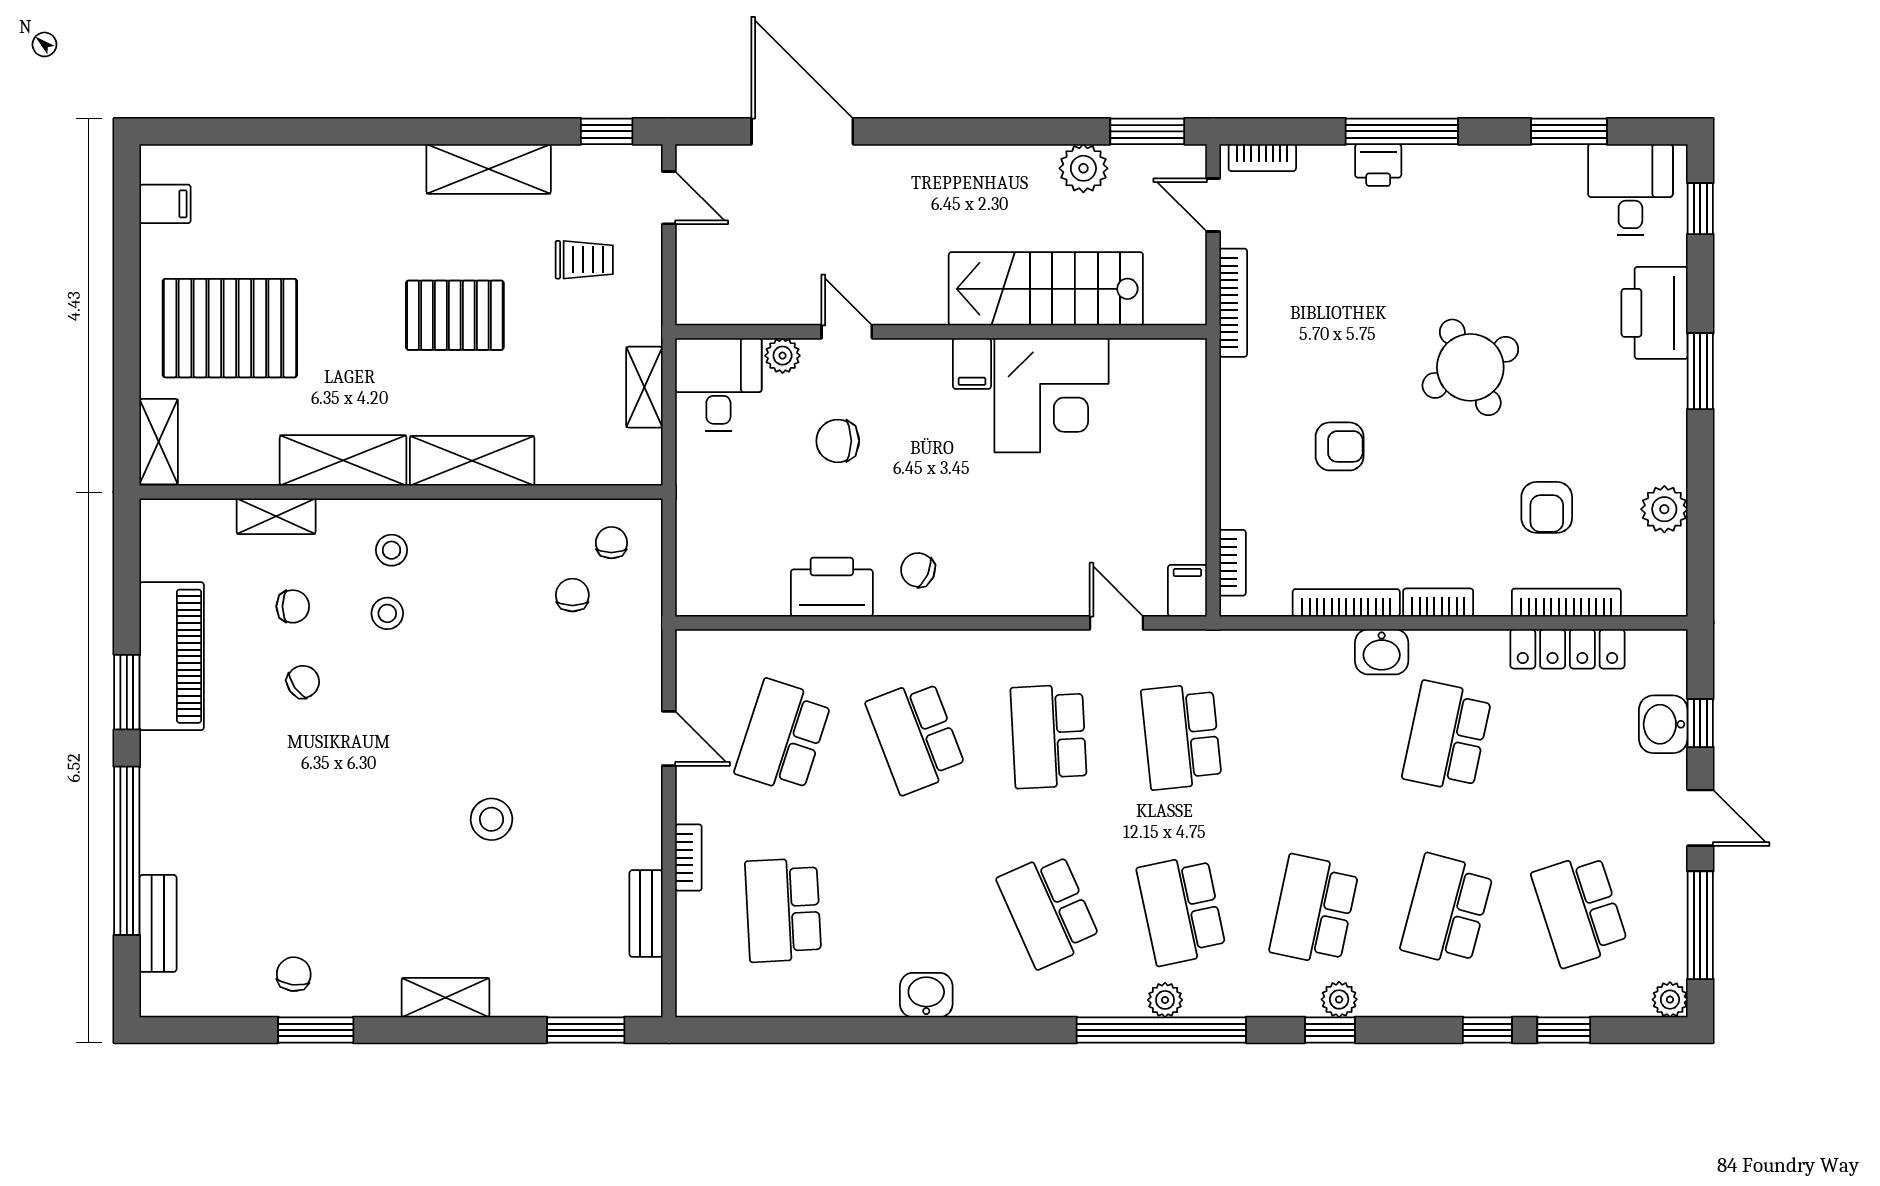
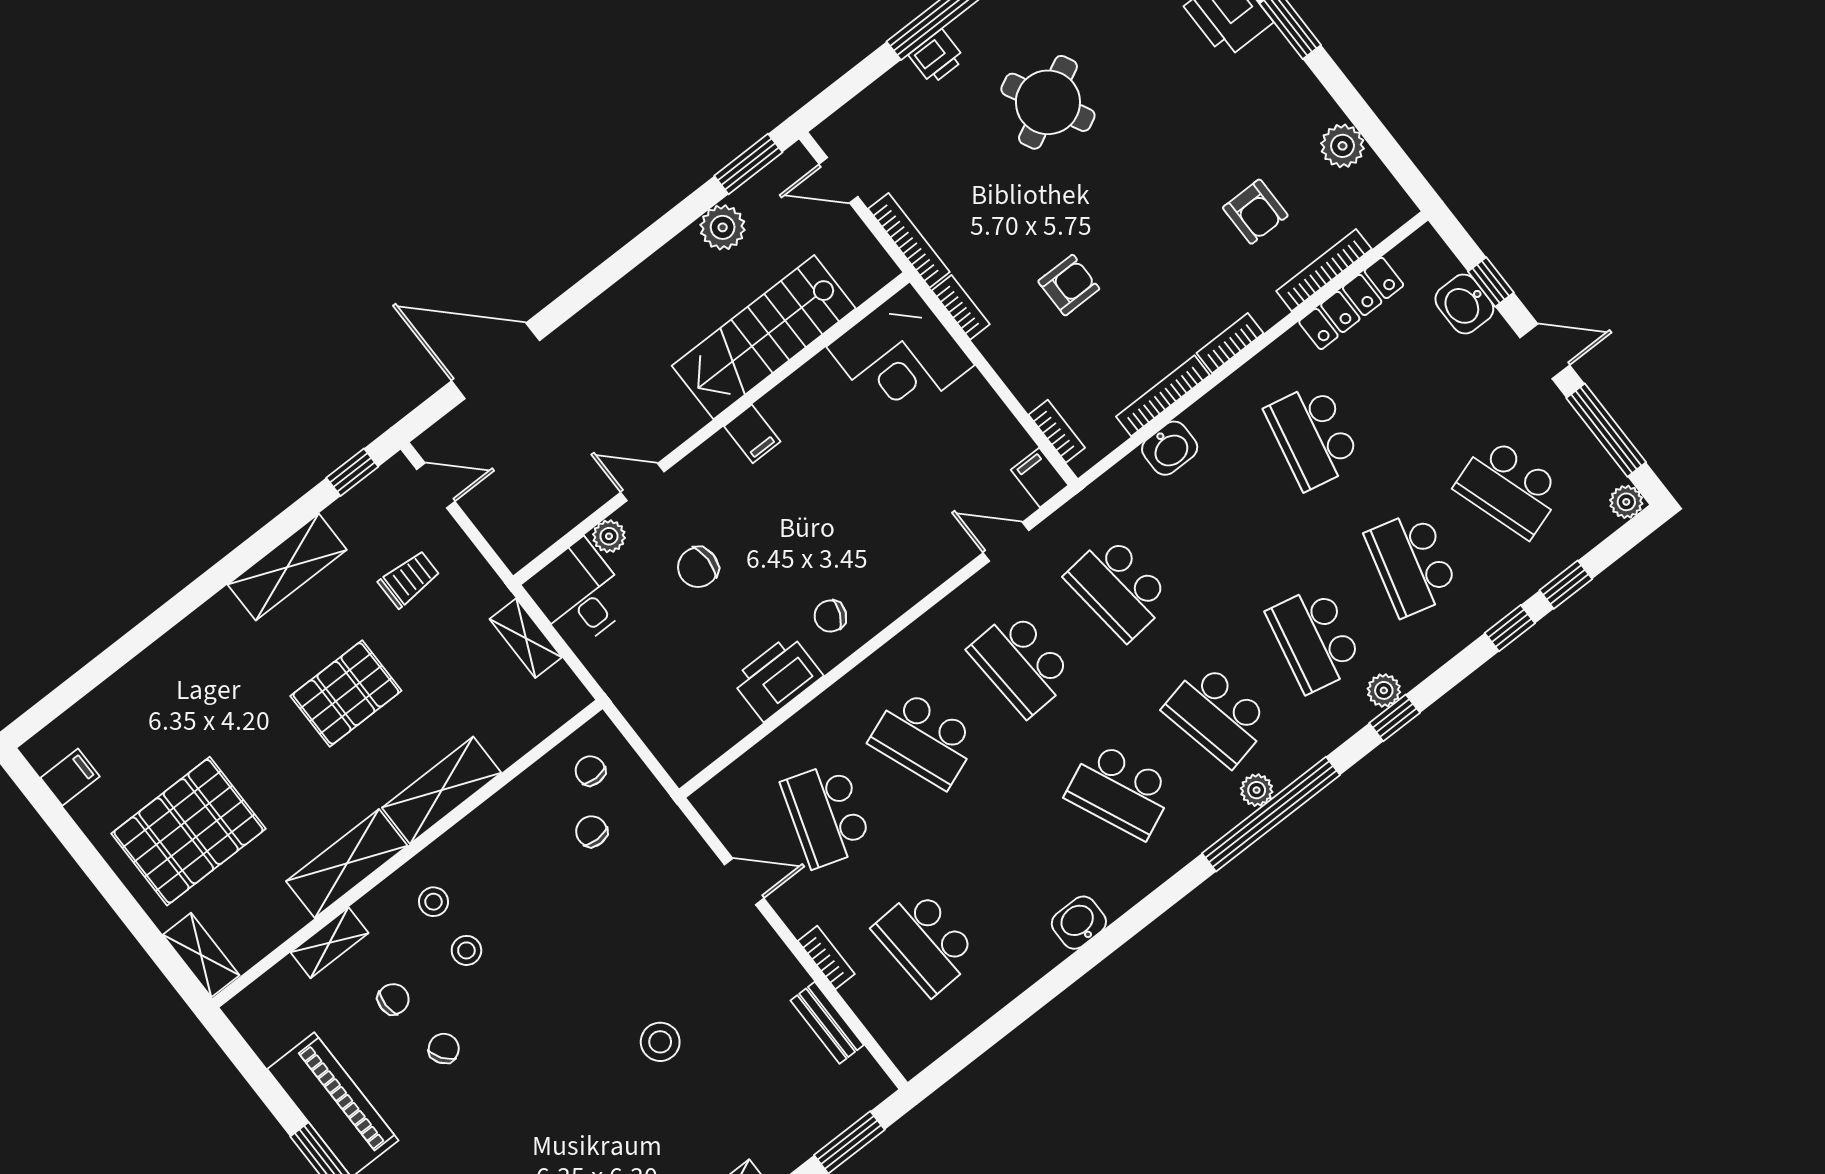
bookcase: (1262, 158) -> (961, 307), moved, turned -90
round table: (1470, 367) -> (1048, 102), moved
corner desk: (1052, 395) -> (900, 356), moved, turned 90
washbasin: (1382, 652) -> (1170, 448), moved

